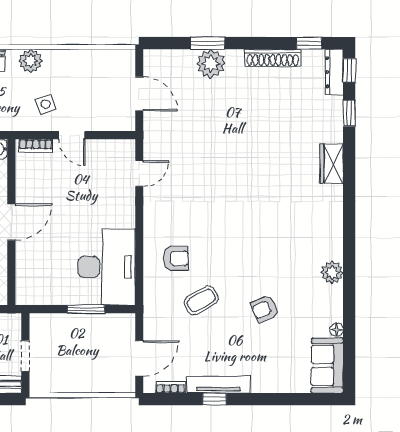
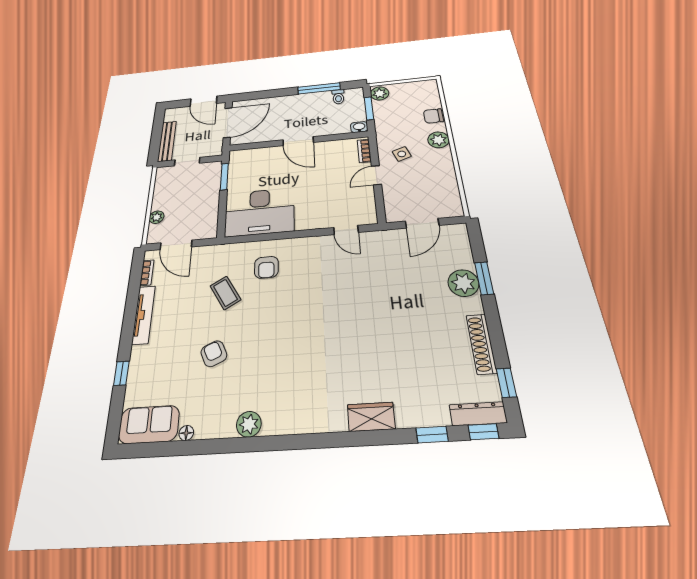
window: (86, 309) -> (224, 177), moved
plant: (101, 385) -> (157, 217), added
window: (215, 399) -> (121, 373), moved

